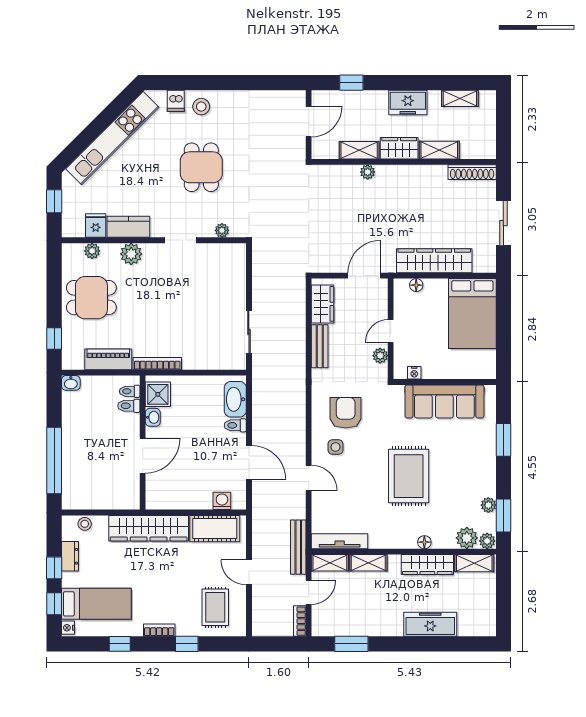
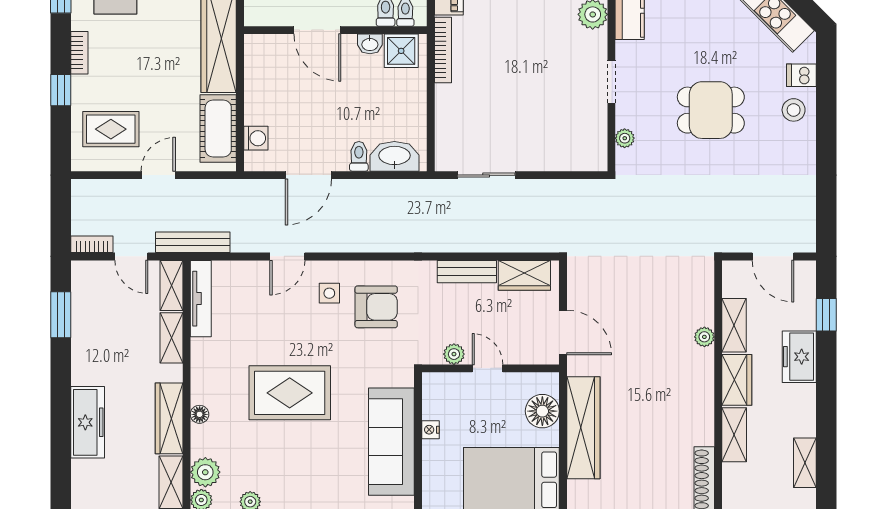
freezer: (408, 102) -> (799, 357), moved
floor lamp: (416, 285) -> (542, 411), width x1.89, depth x1.89
nightstand: (414, 373) -> (430, 430), moved

